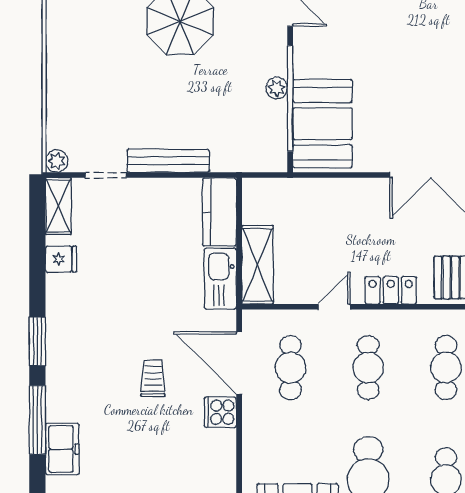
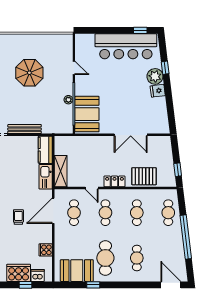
door: (334, 307) -> (92, 188), swing flipped
door: (239, 363) -> (53, 211), hinge flipped
cooker: (220, 412) -> (46, 250), moved

